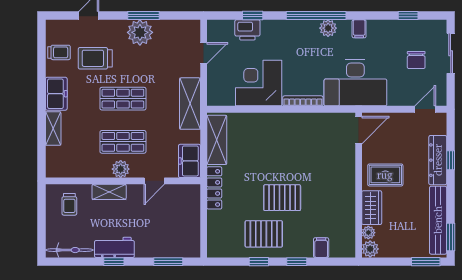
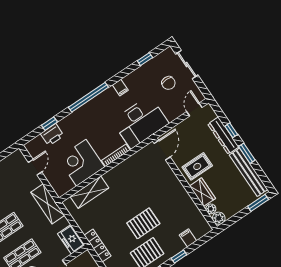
plant: (328, 28) -> (101, 100), removed
shelving: (217, 140) -> (89, 192), moved, turned 90
window: (451, 237) -> (247, 153), moved

